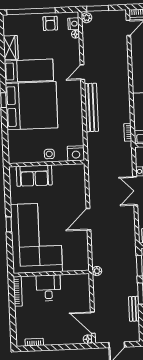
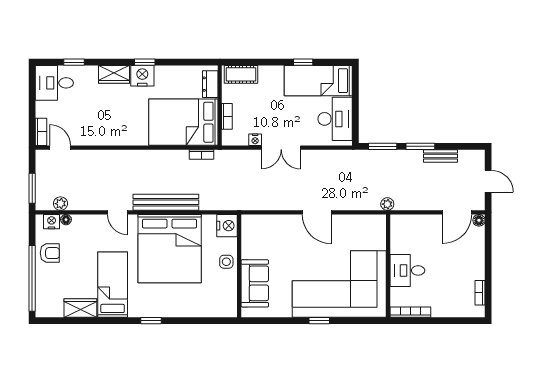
plant: (87, 18) -> (60, 204), moved
bed: (31, 106) -> (170, 249), moved, turned 180

